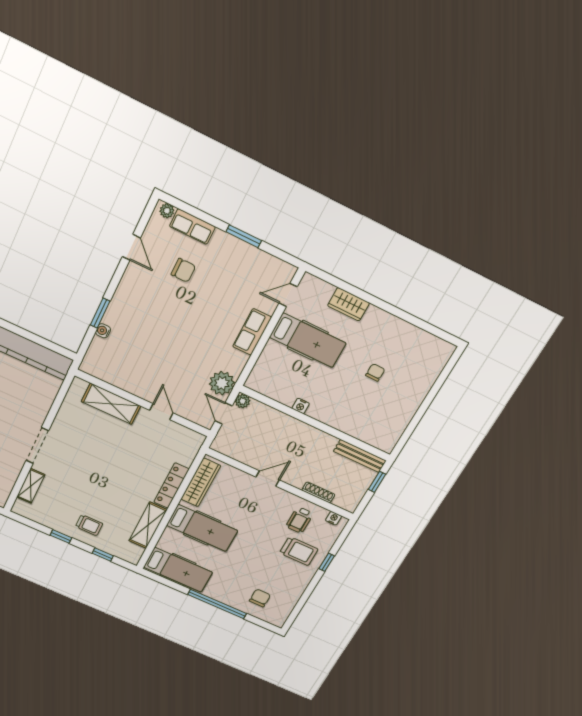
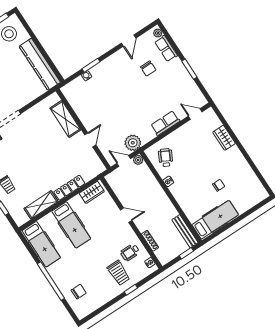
hospital bed: (308, 340) -> (215, 220), moved, turned -90
wheelchair: (279, 377) -> (166, 158), added
door: (224, 413) -> (124, 161), hinge flipped
wardrobe: (201, 482) -> (92, 192), width x0.67

